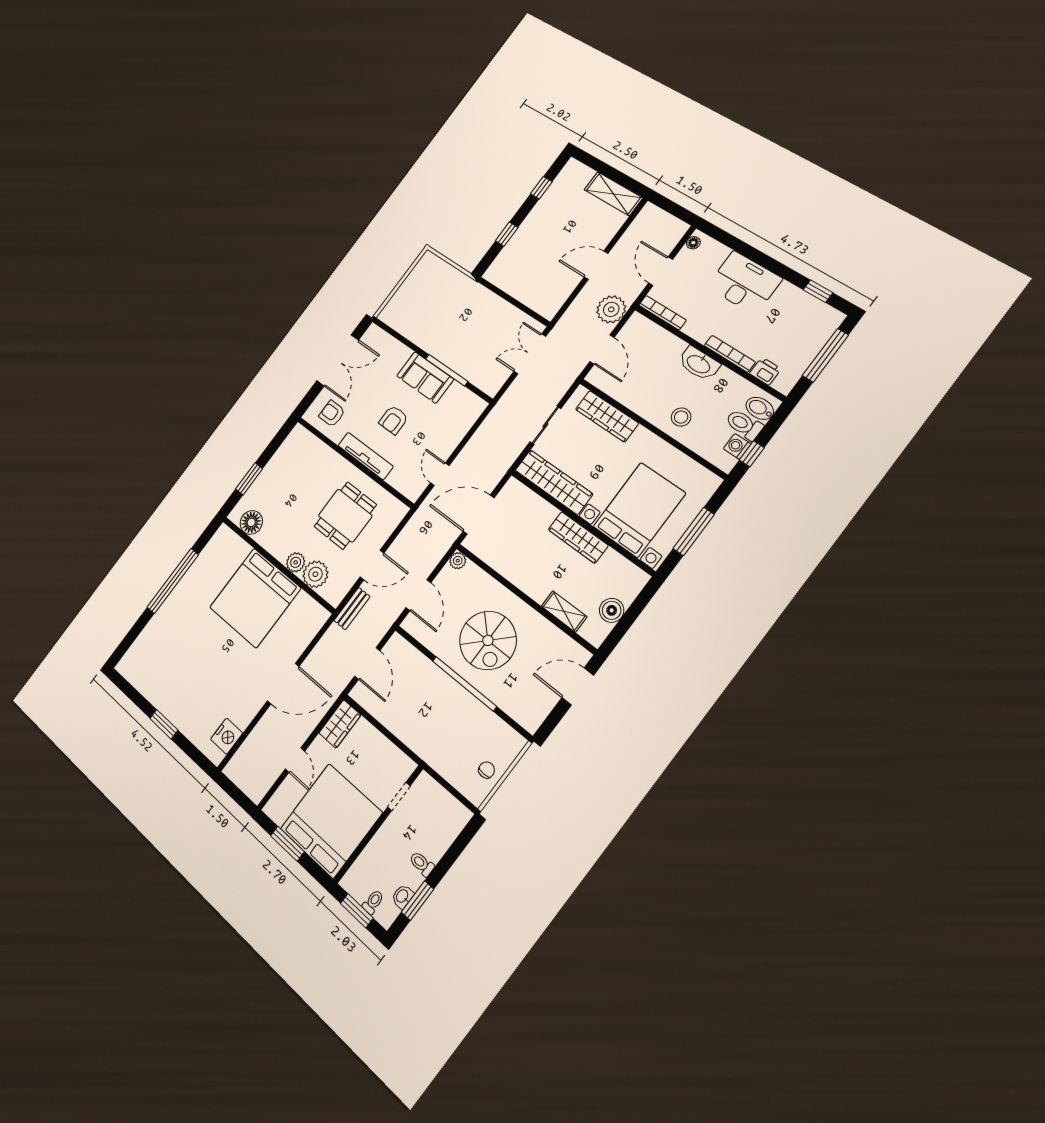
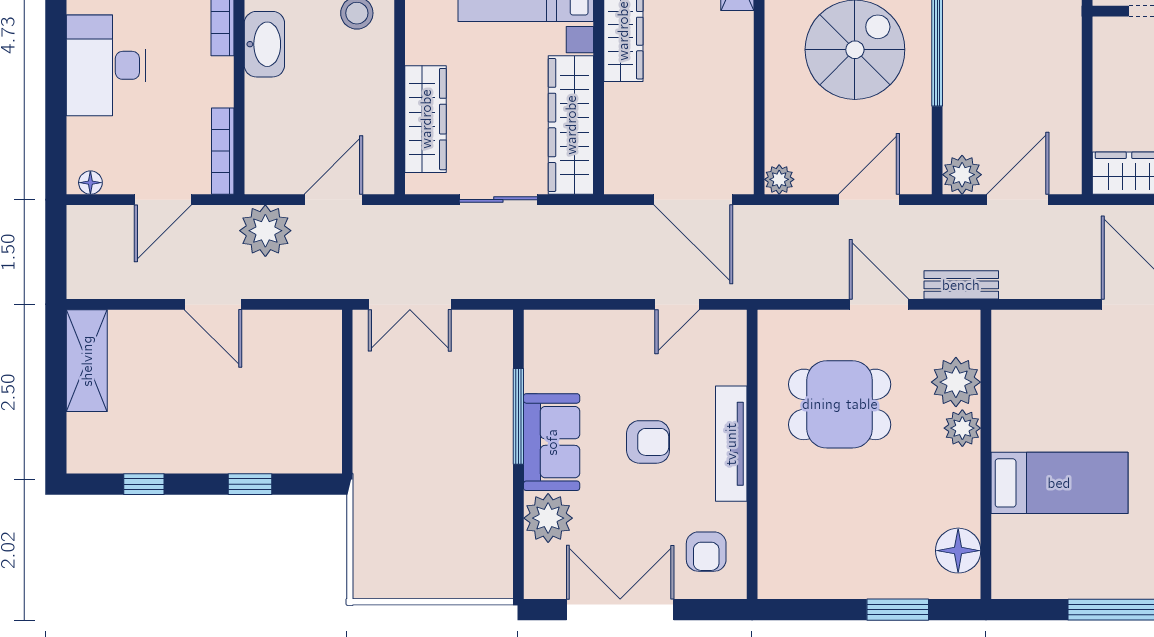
plant: (396, 355) -> (548, 518), added
bed: (255, 598) -> (1059, 483), width x0.49
plant: (397, 646) -> (962, 175), added

